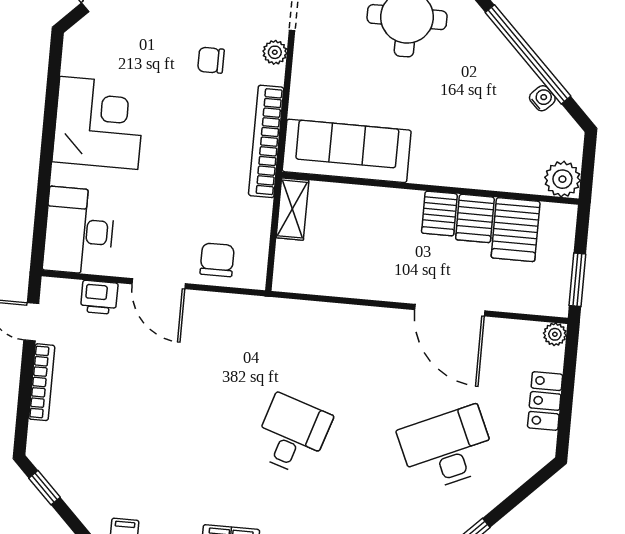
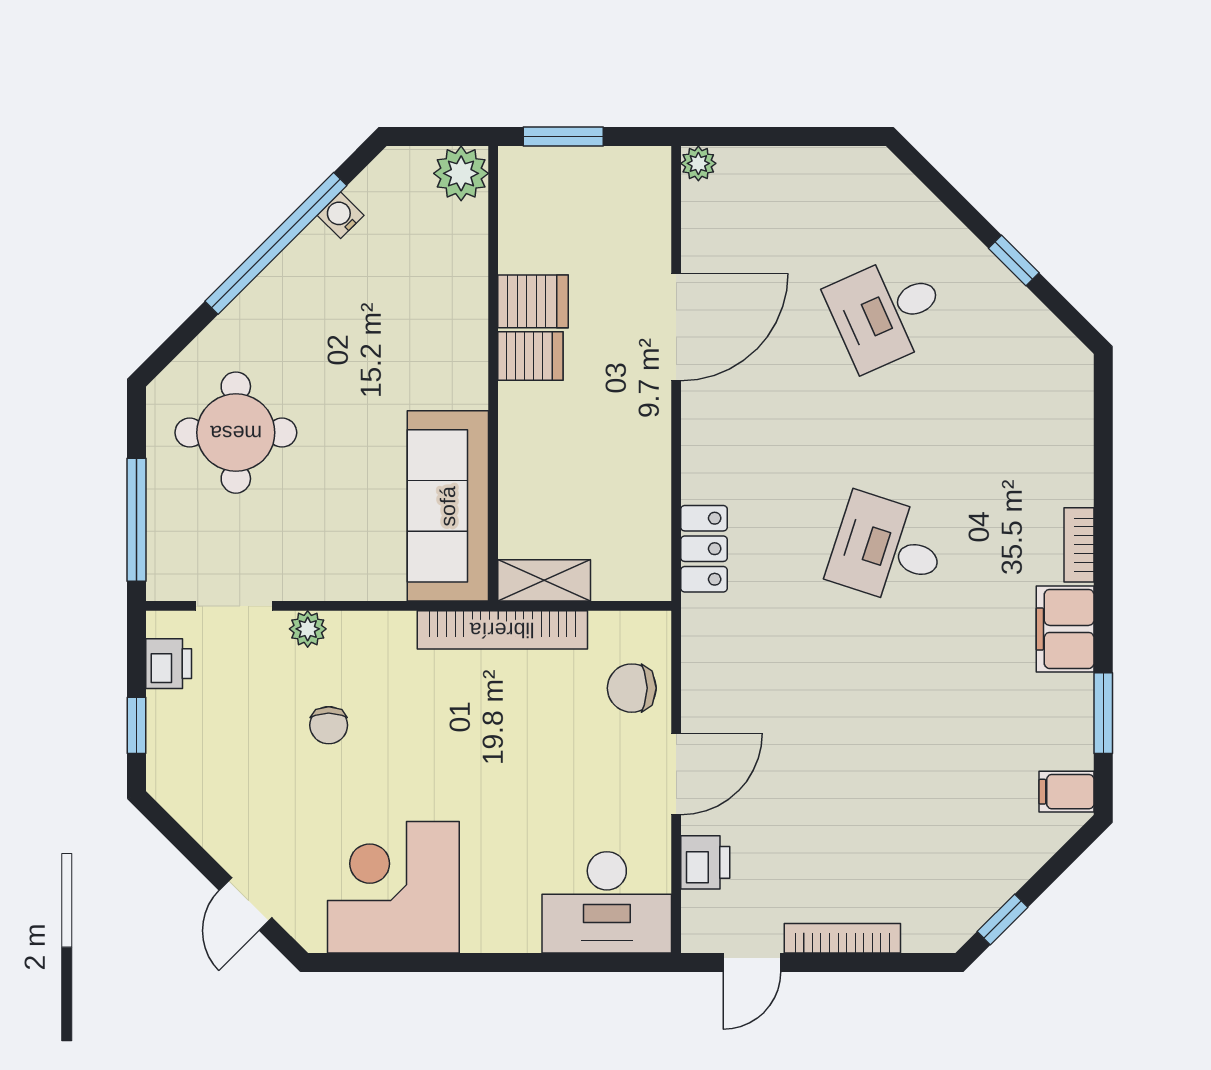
corner desk: (99, 123) -> (393, 887), moved
bookcase: (266, 141) -> (502, 630), moved
server rack: (516, 230) -> (544, 238), removed
window: (577, 280) -> (563, 137), moved
locker: (545, 401) -> (704, 549), moved, turned -90
desk: (447, 449) -> (887, 312), width x0.73

